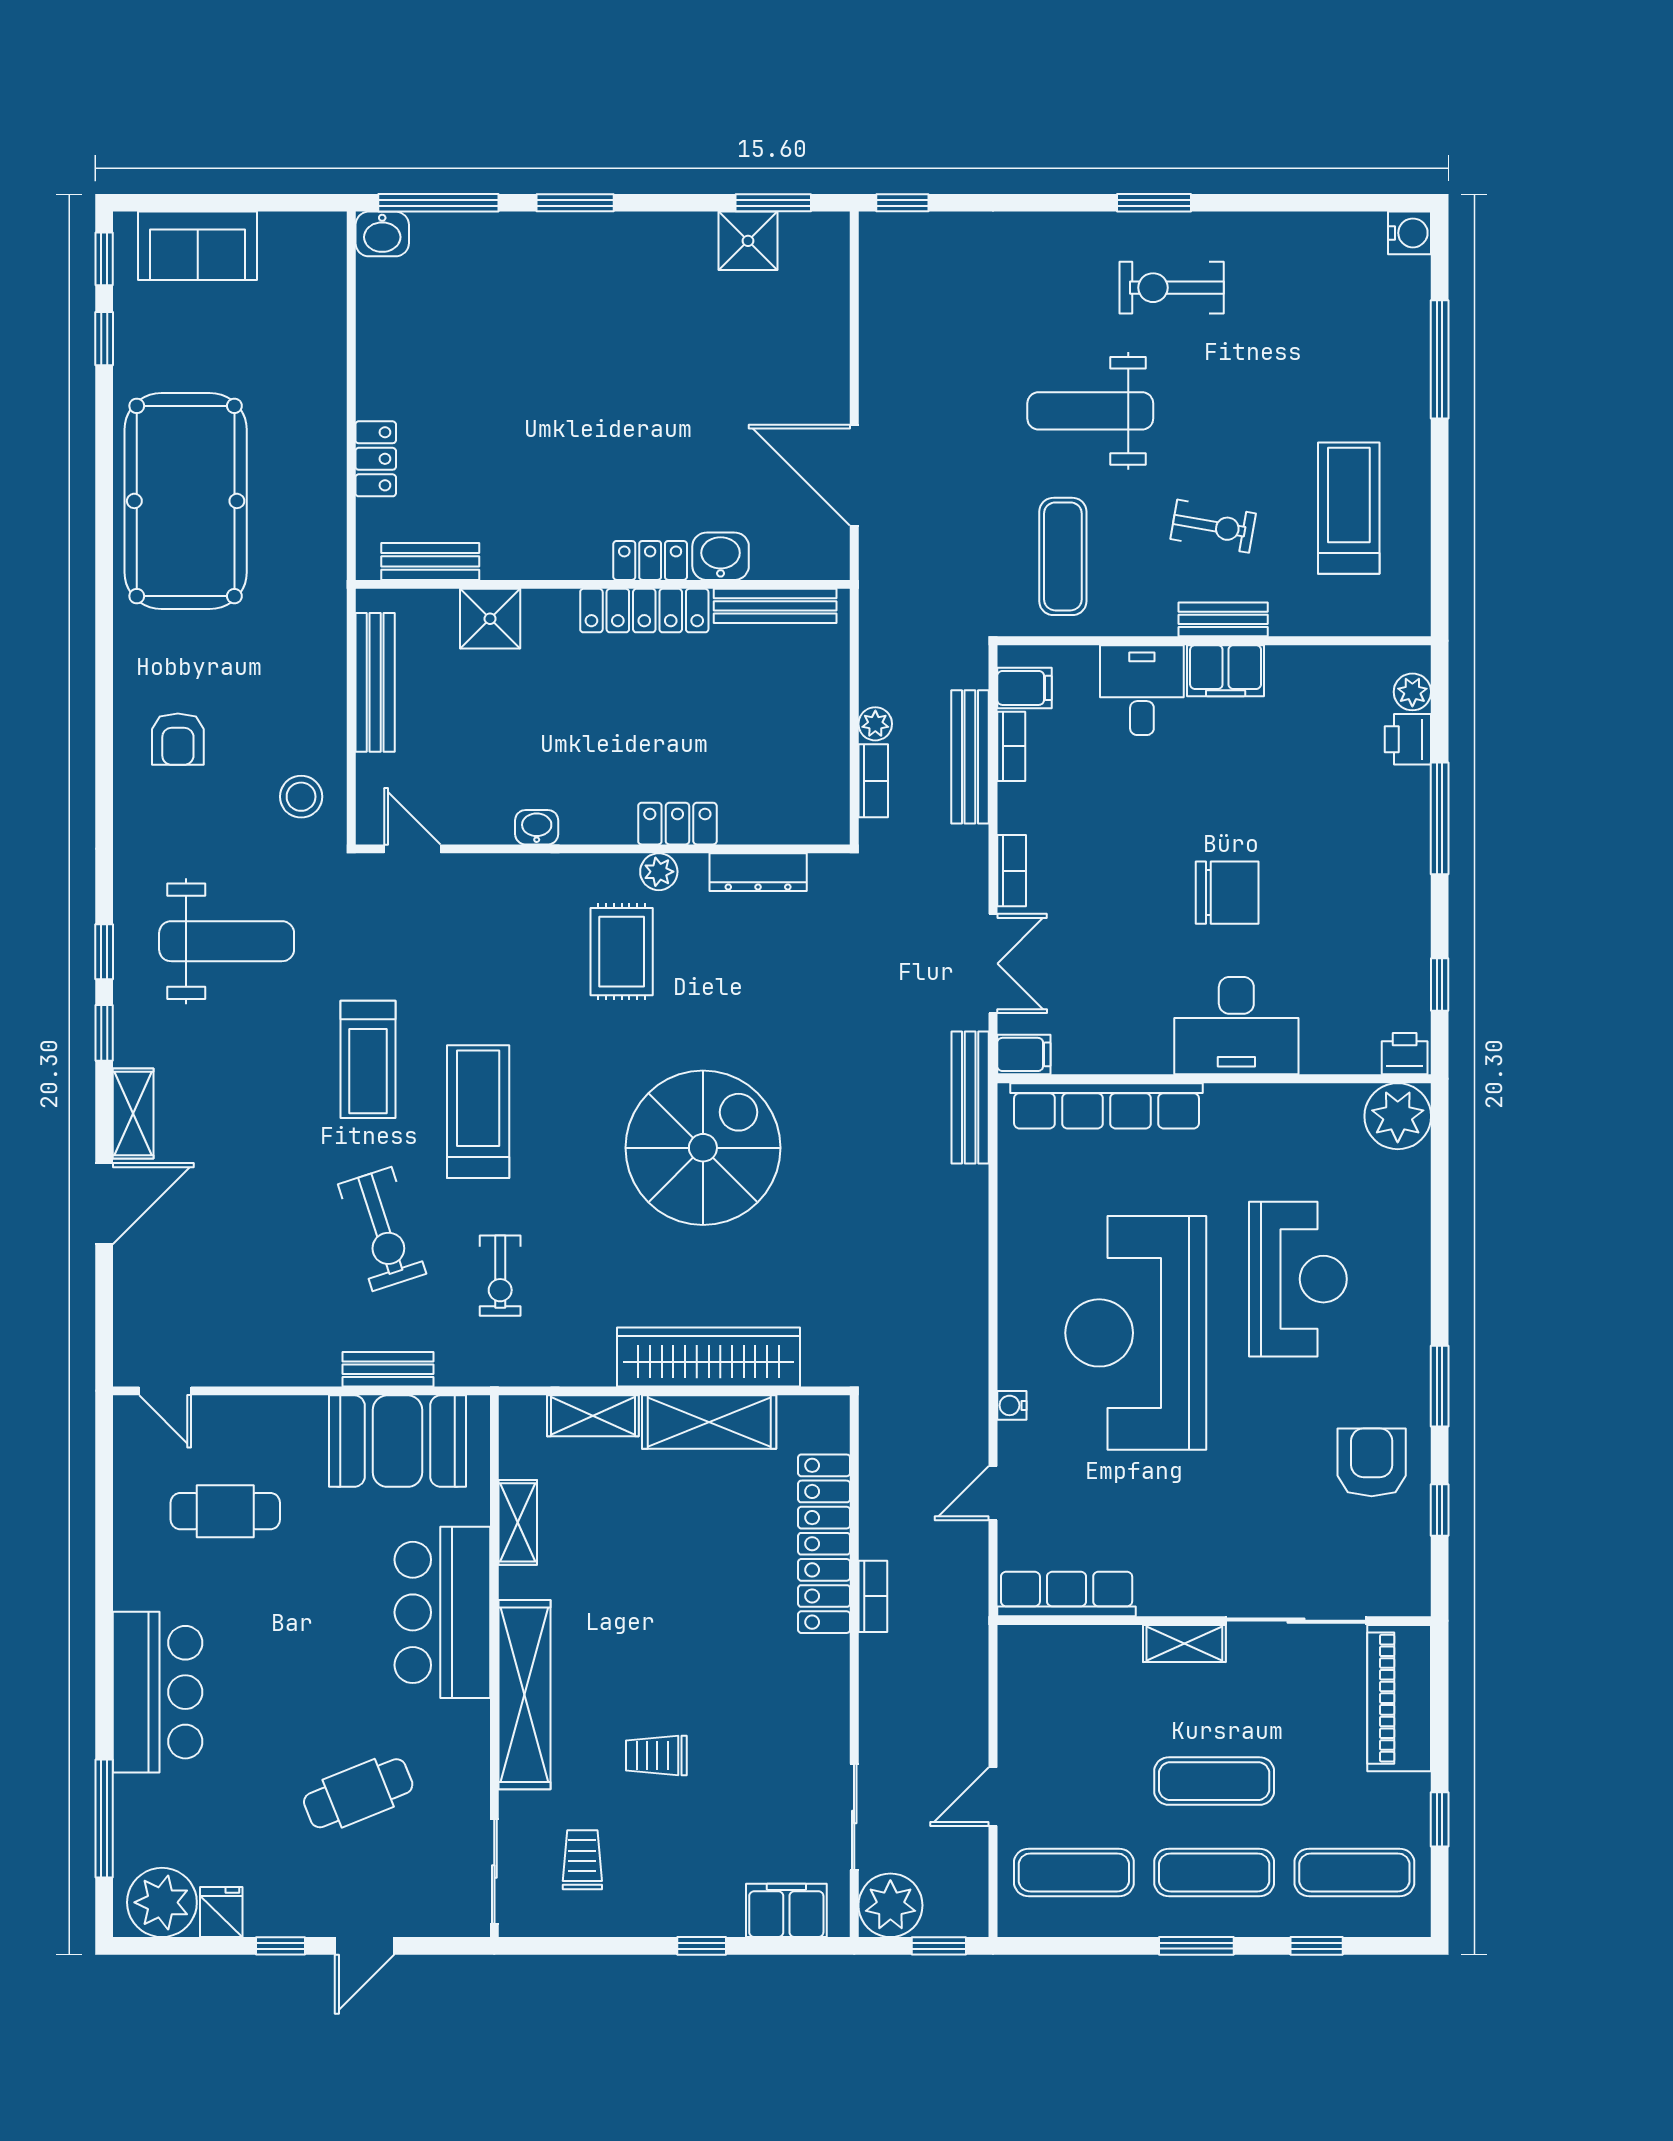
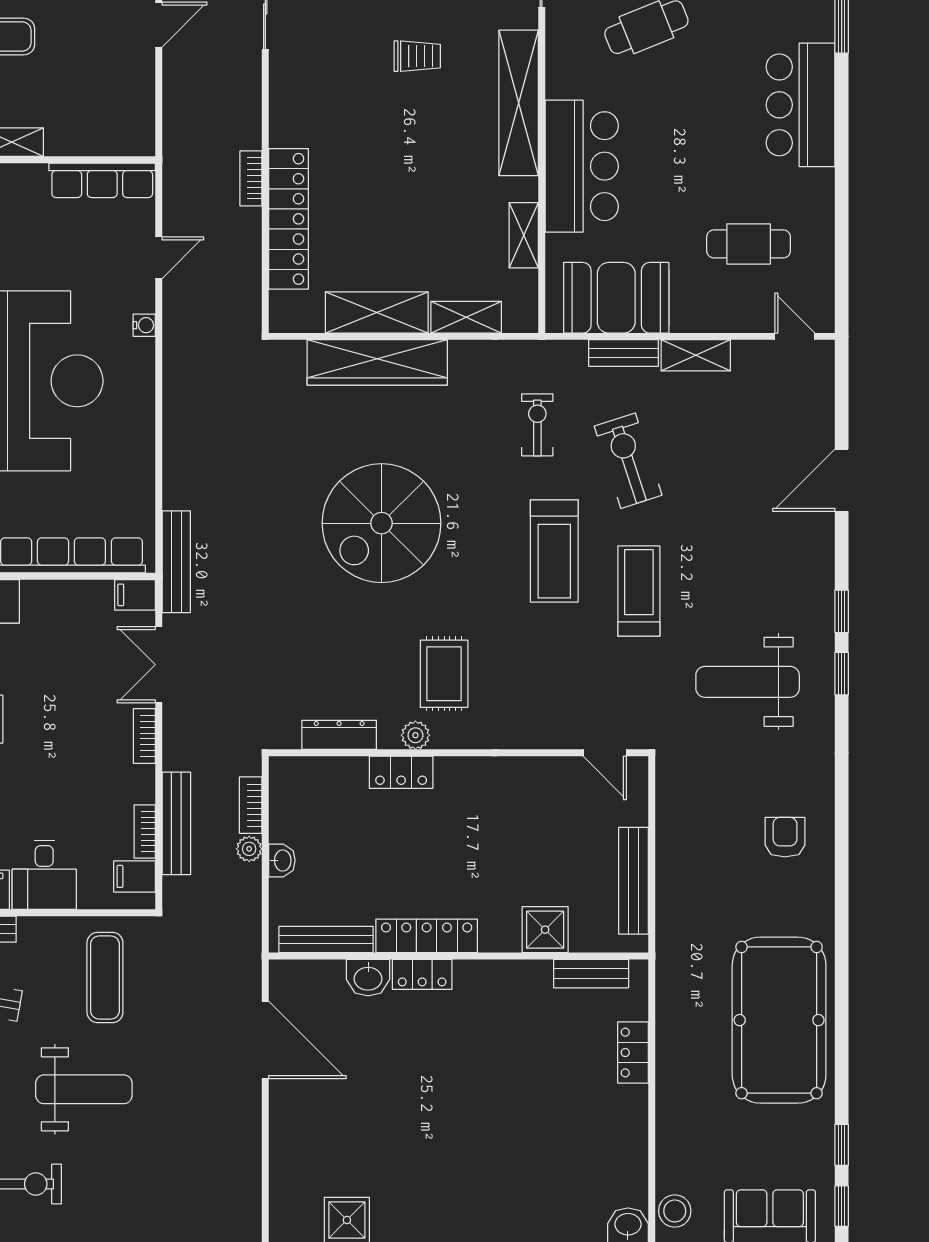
stool: (301, 797) -> (675, 1211), moved
washbasin: (537, 827) -> (282, 860), moved, turned -90
shelving: (133, 1113) -> (696, 355), moved, turned 90

